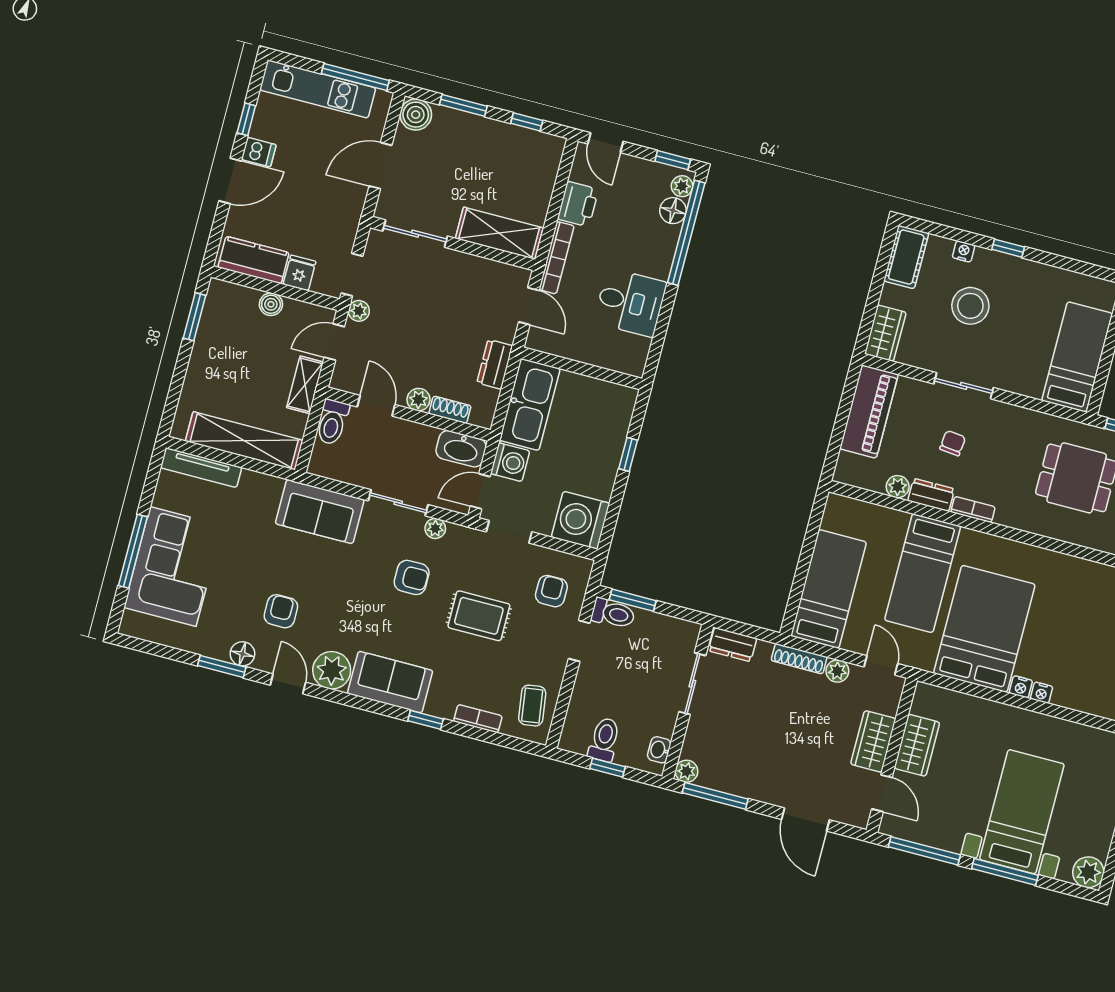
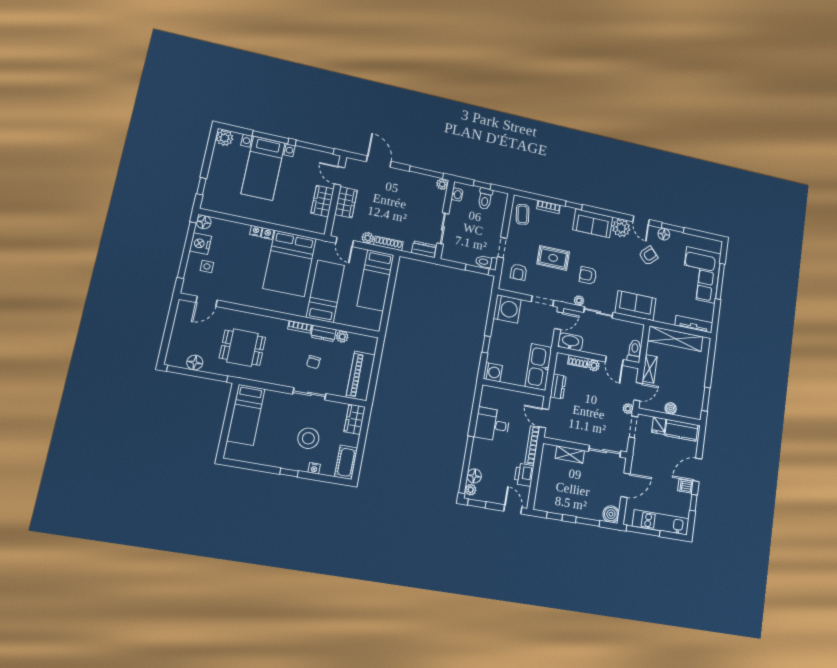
shelving: (499, 233) -> (570, 454), width x0.67, depth x0.75
washing machine: (510, 462) -> (493, 372), moved, turned 180
armchair: (281, 611) -> (648, 256), turned -133

